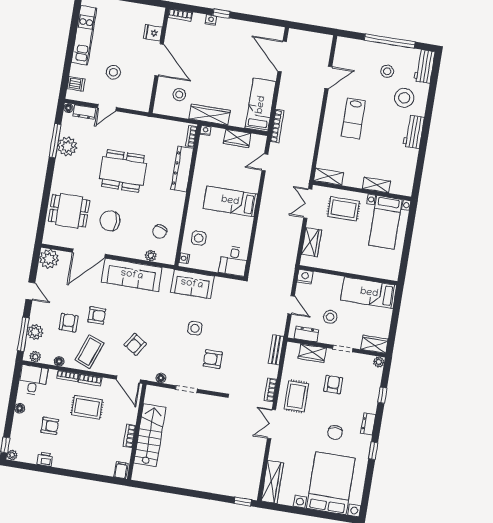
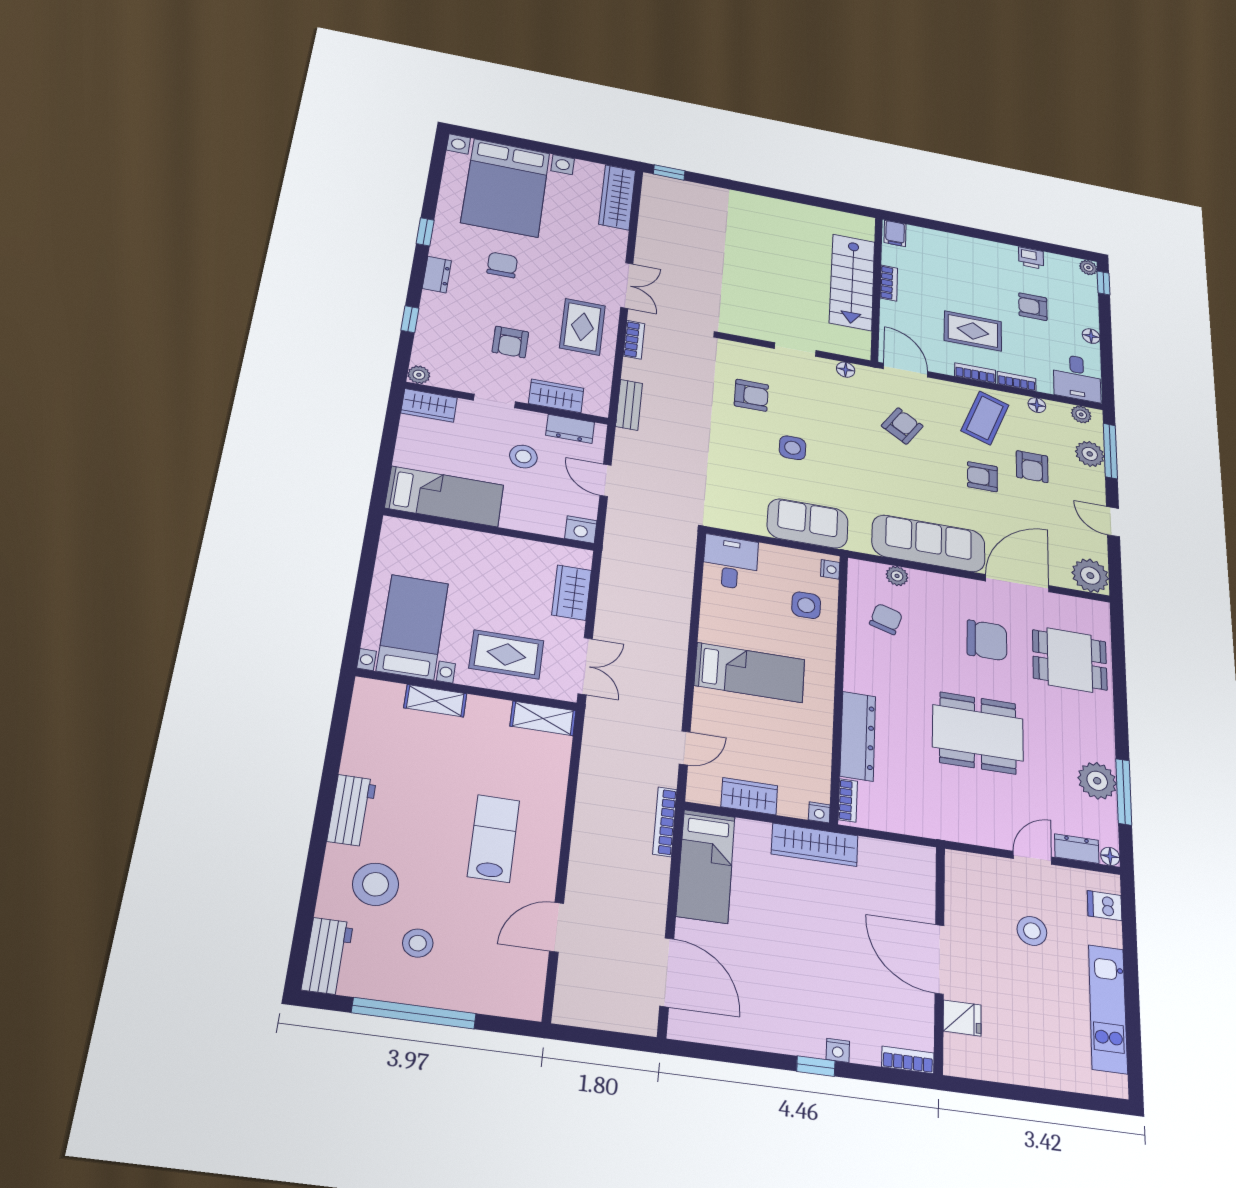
stool: (179, 95) -> (885, 886), removed

